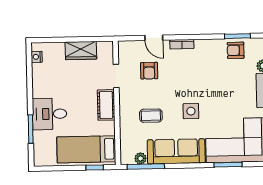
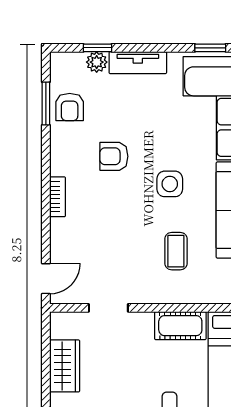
door: (154, 38) -> (46, 279), moved
armchair: (149, 71) -> (114, 156), moved, turned 180
cot: (106, 105) -> (180, 326), moved

